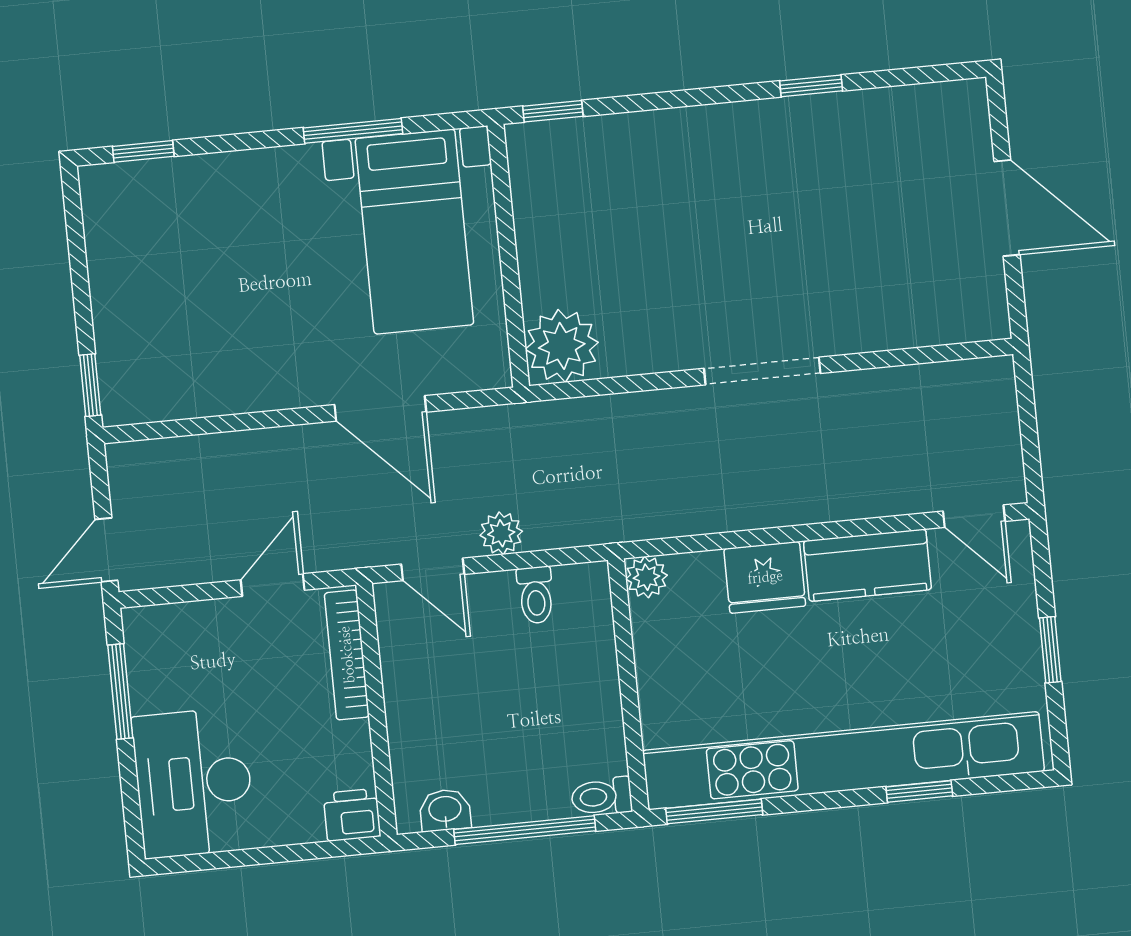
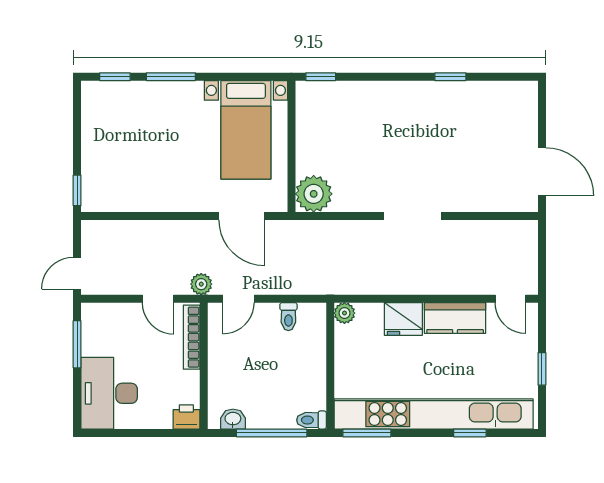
window: (353, 131) -> (171, 77), moved
door: (1007, 208) -> (542, 172), moved
door: (380, 408) -> (242, 216), moved
plant: (501, 533) -> (201, 284), moved
door: (433, 569) -> (239, 299), hinge flipped
door: (273, 585) -> (158, 299), swing flipped

